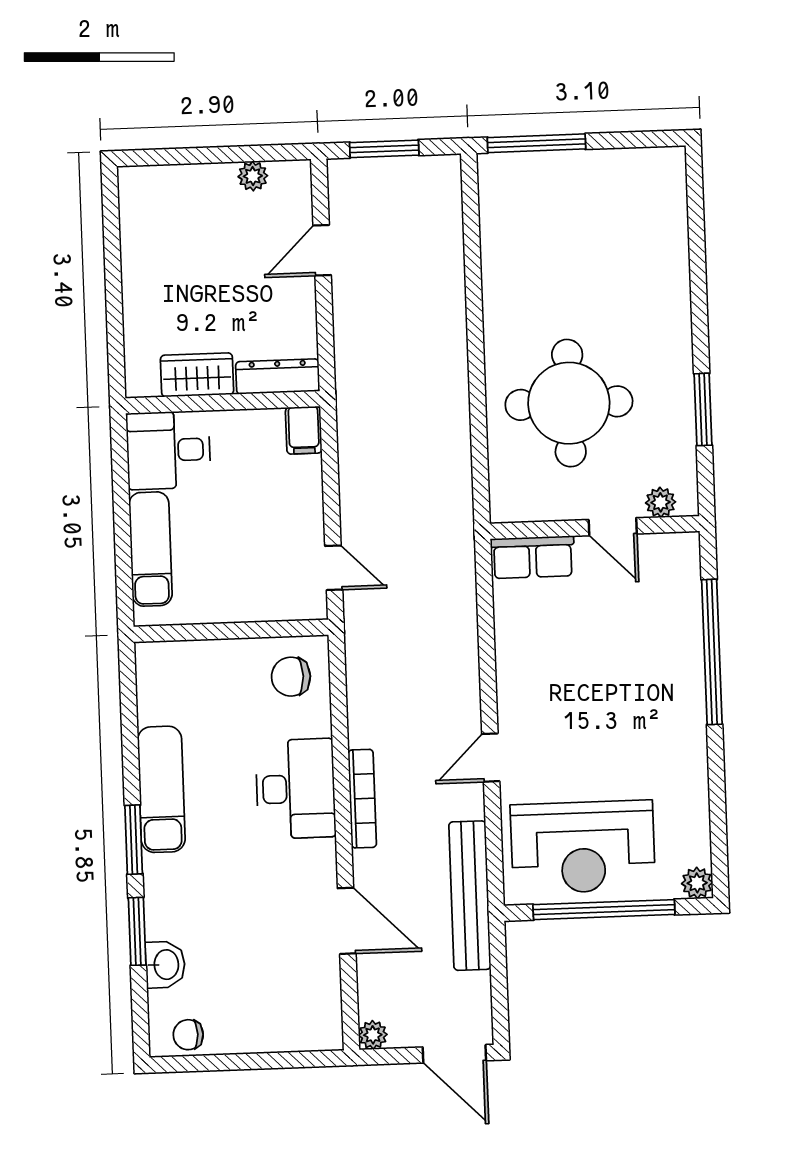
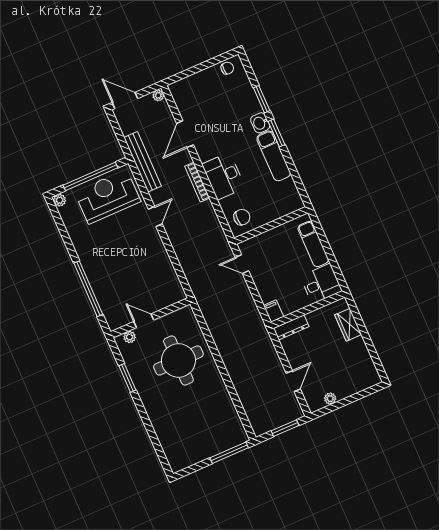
wardrobe: (197, 375) -> (348, 325), moved, turned 90
row of seats: (533, 557) -> (169, 298), removed
door: (347, 921) -> (185, 134), hinge flipped
washbasin: (165, 965) -> (260, 123), moved

